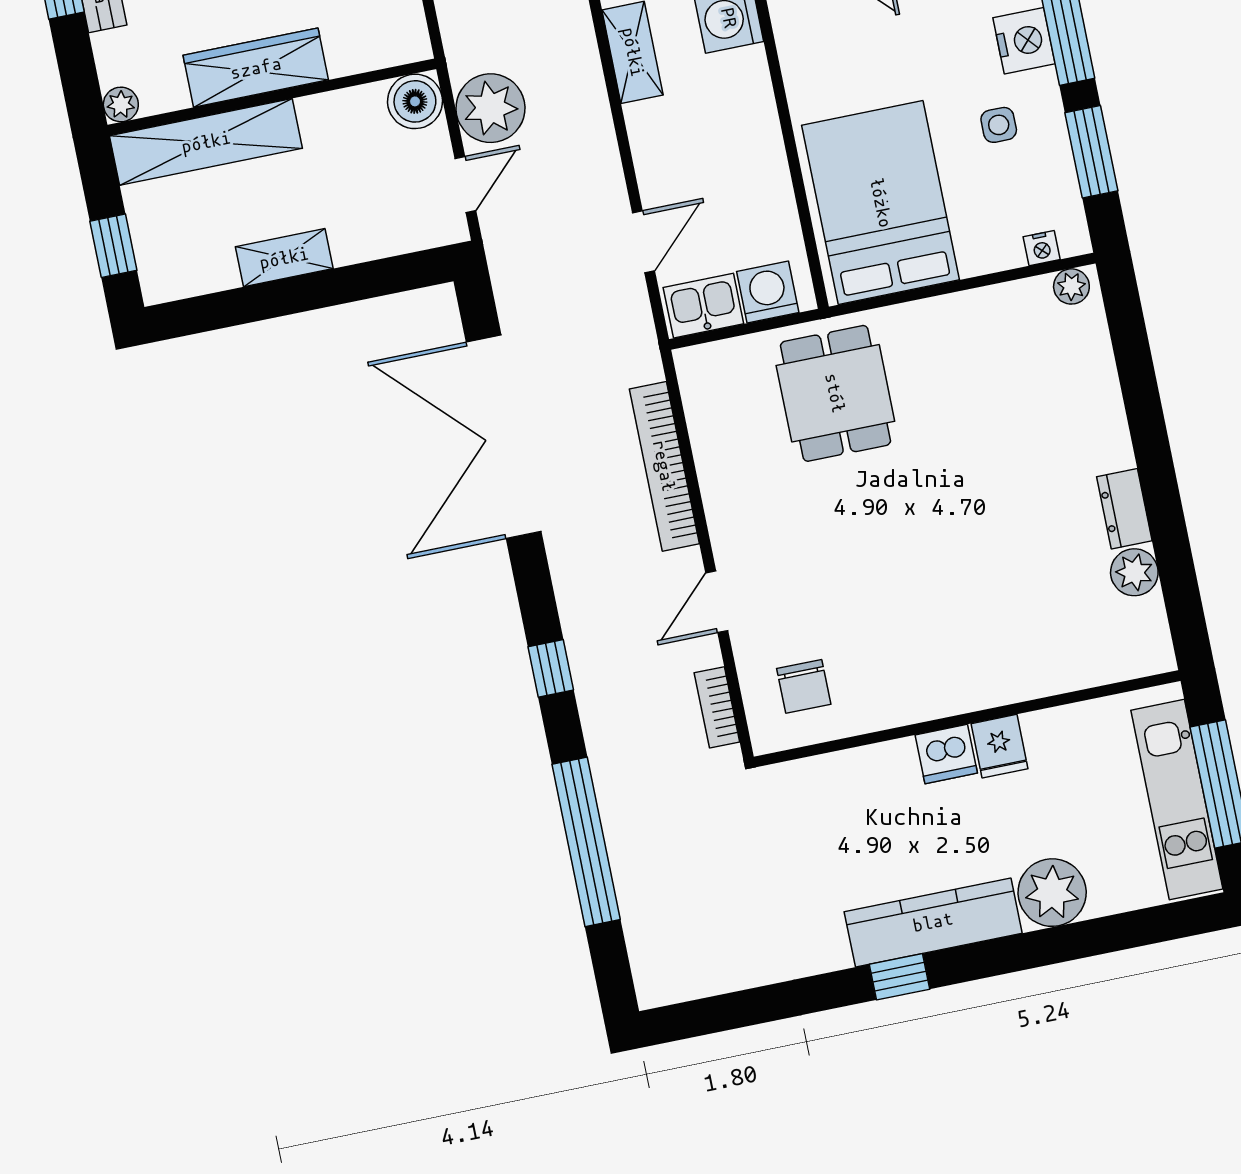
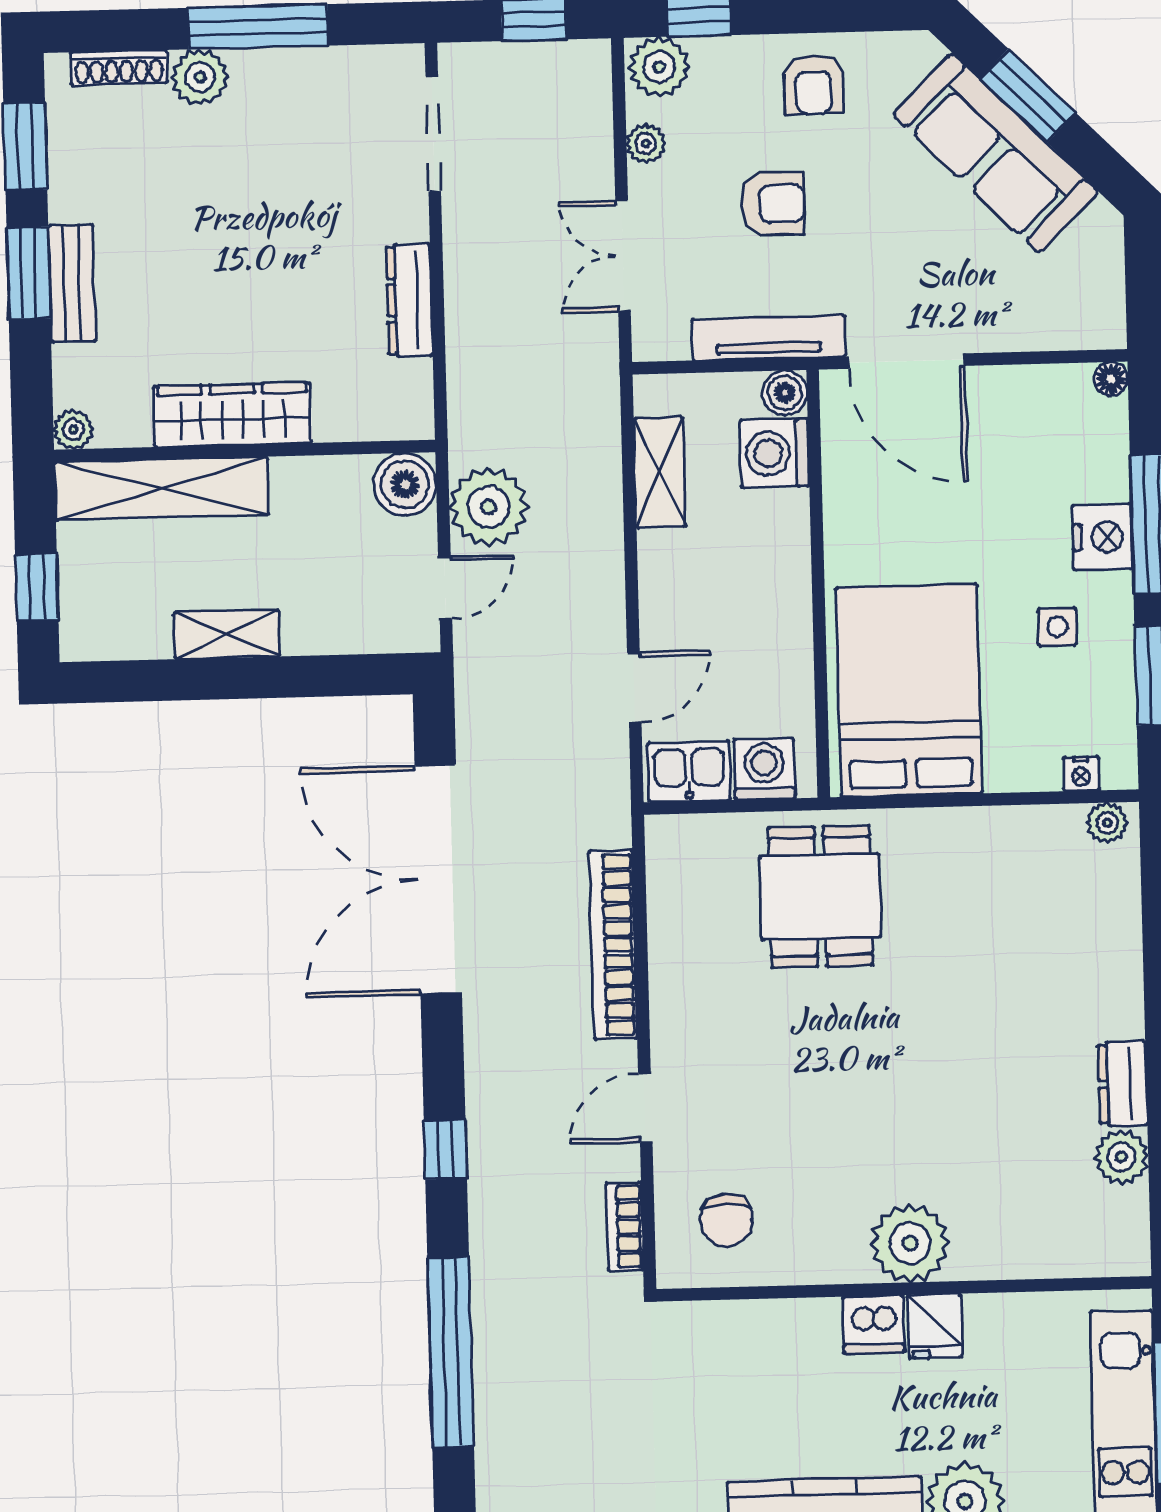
plant: (966, 679) -> (910, 1243), added

